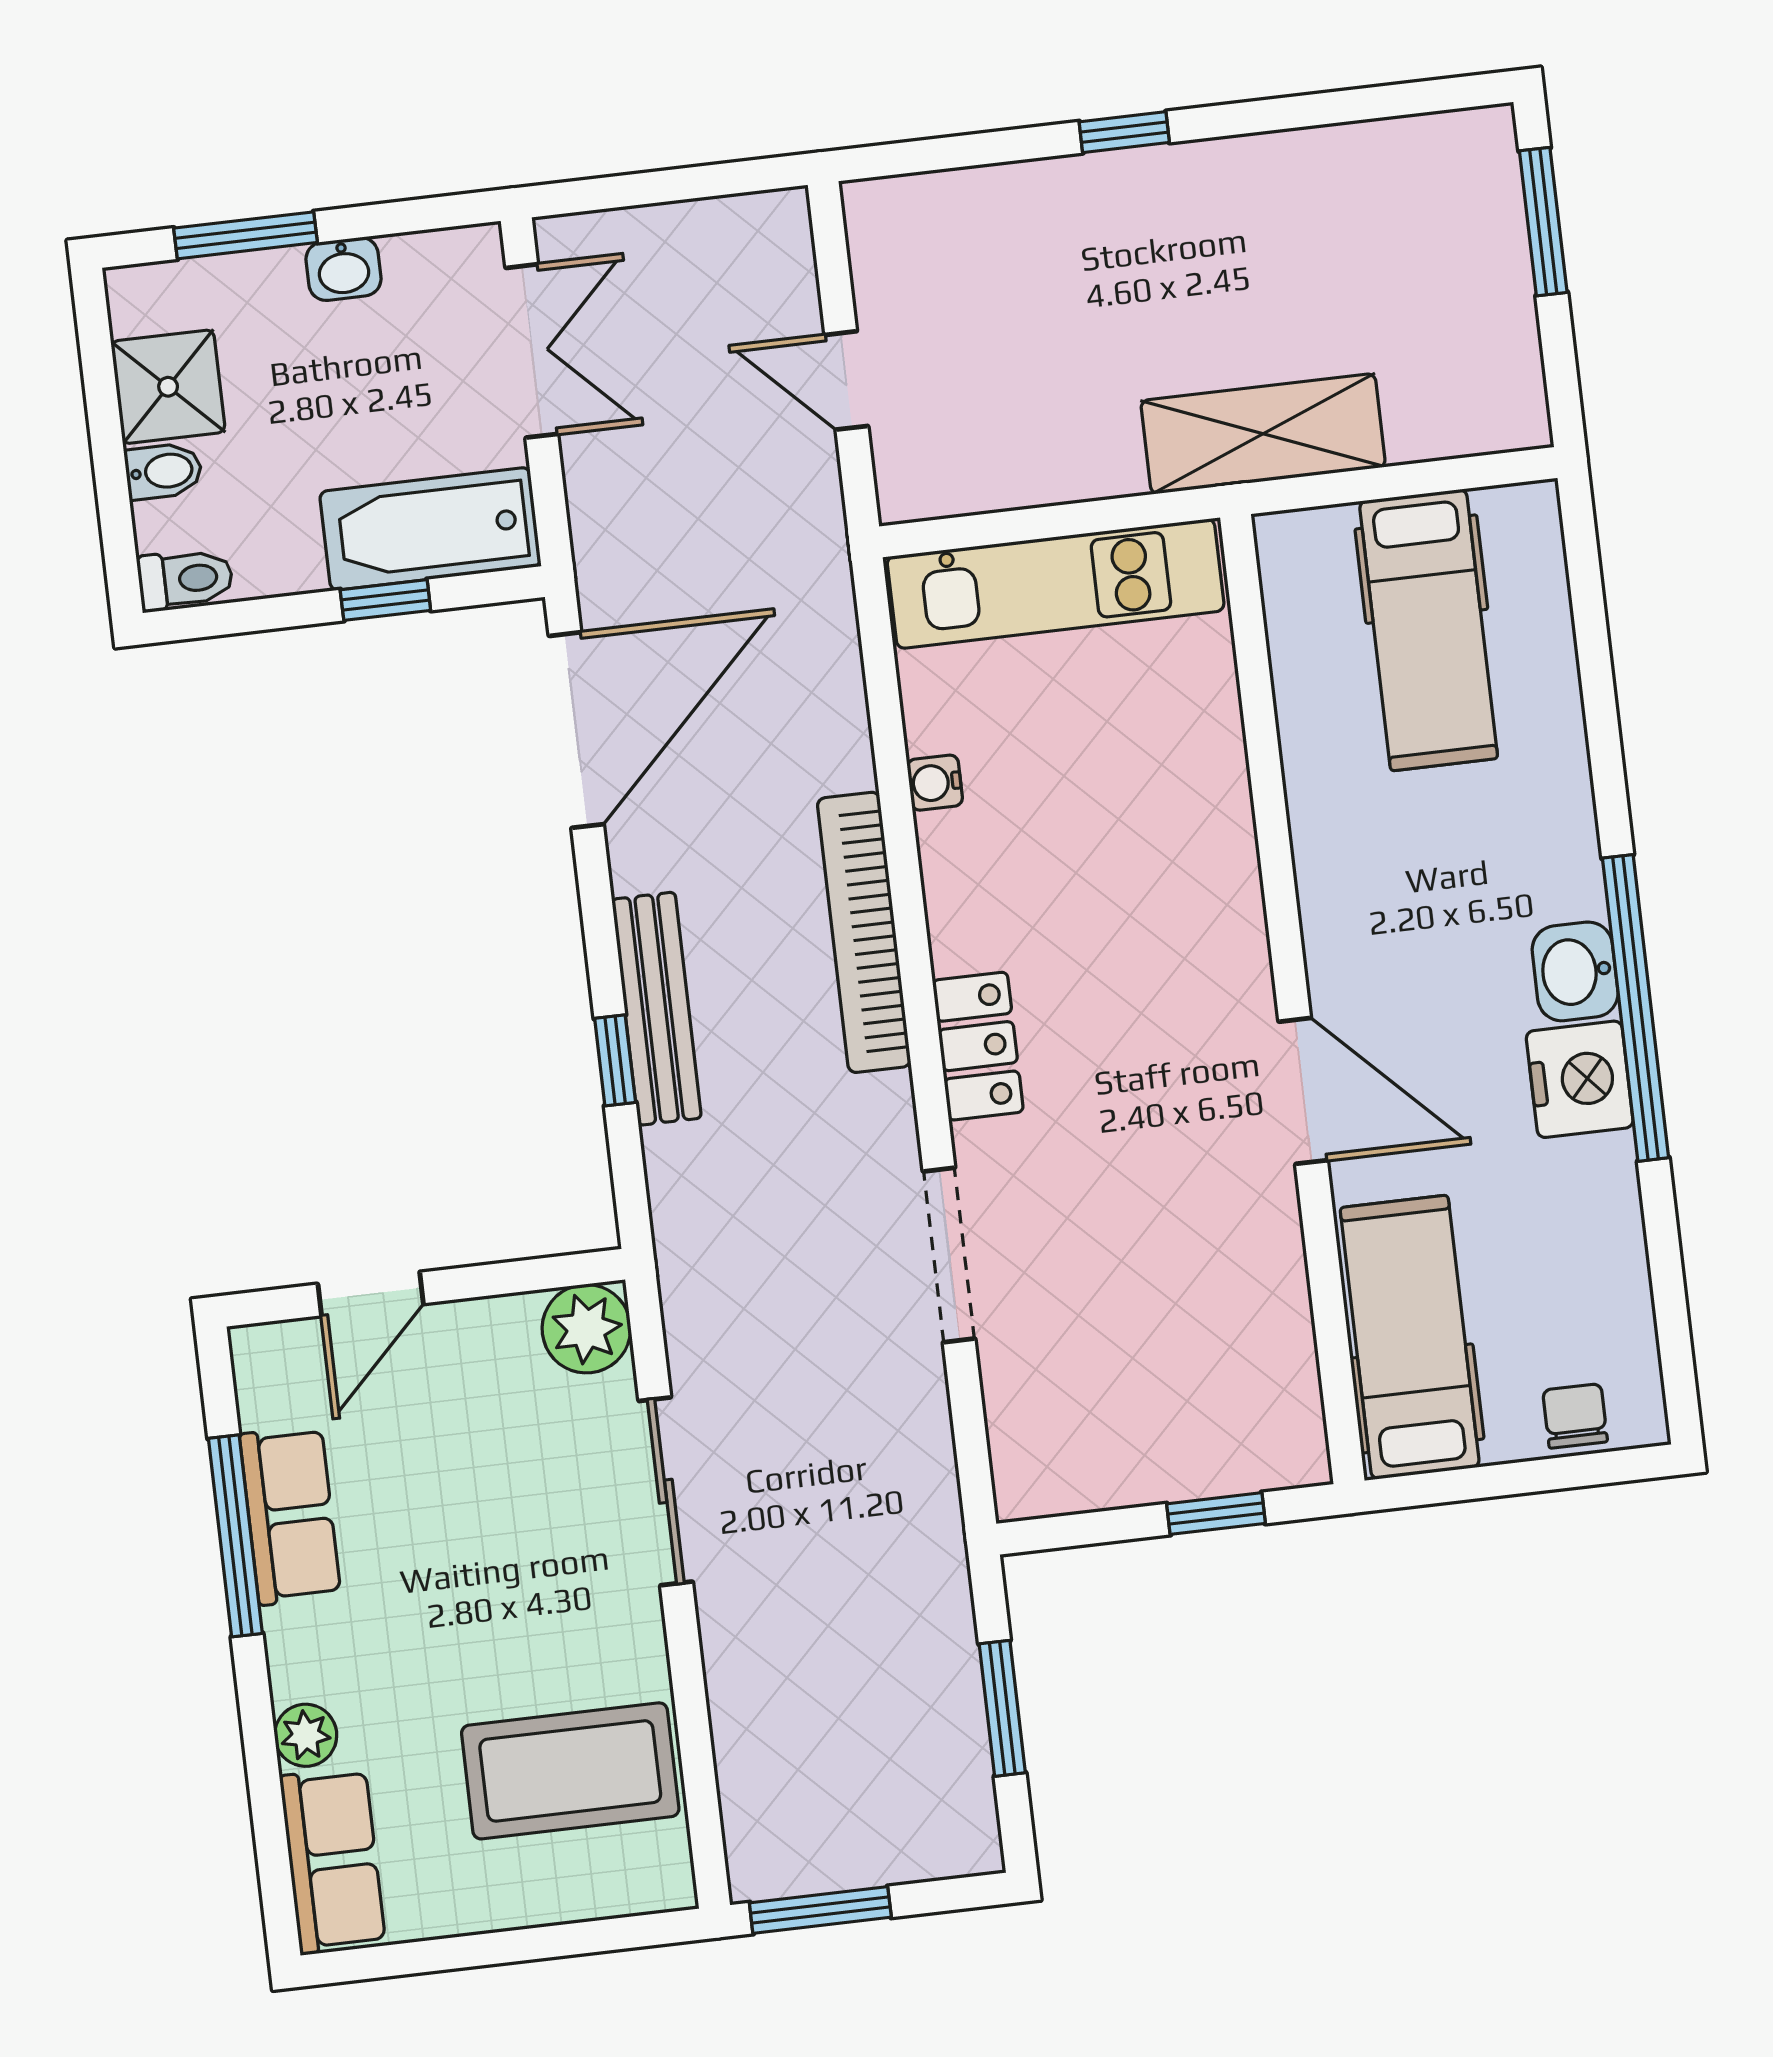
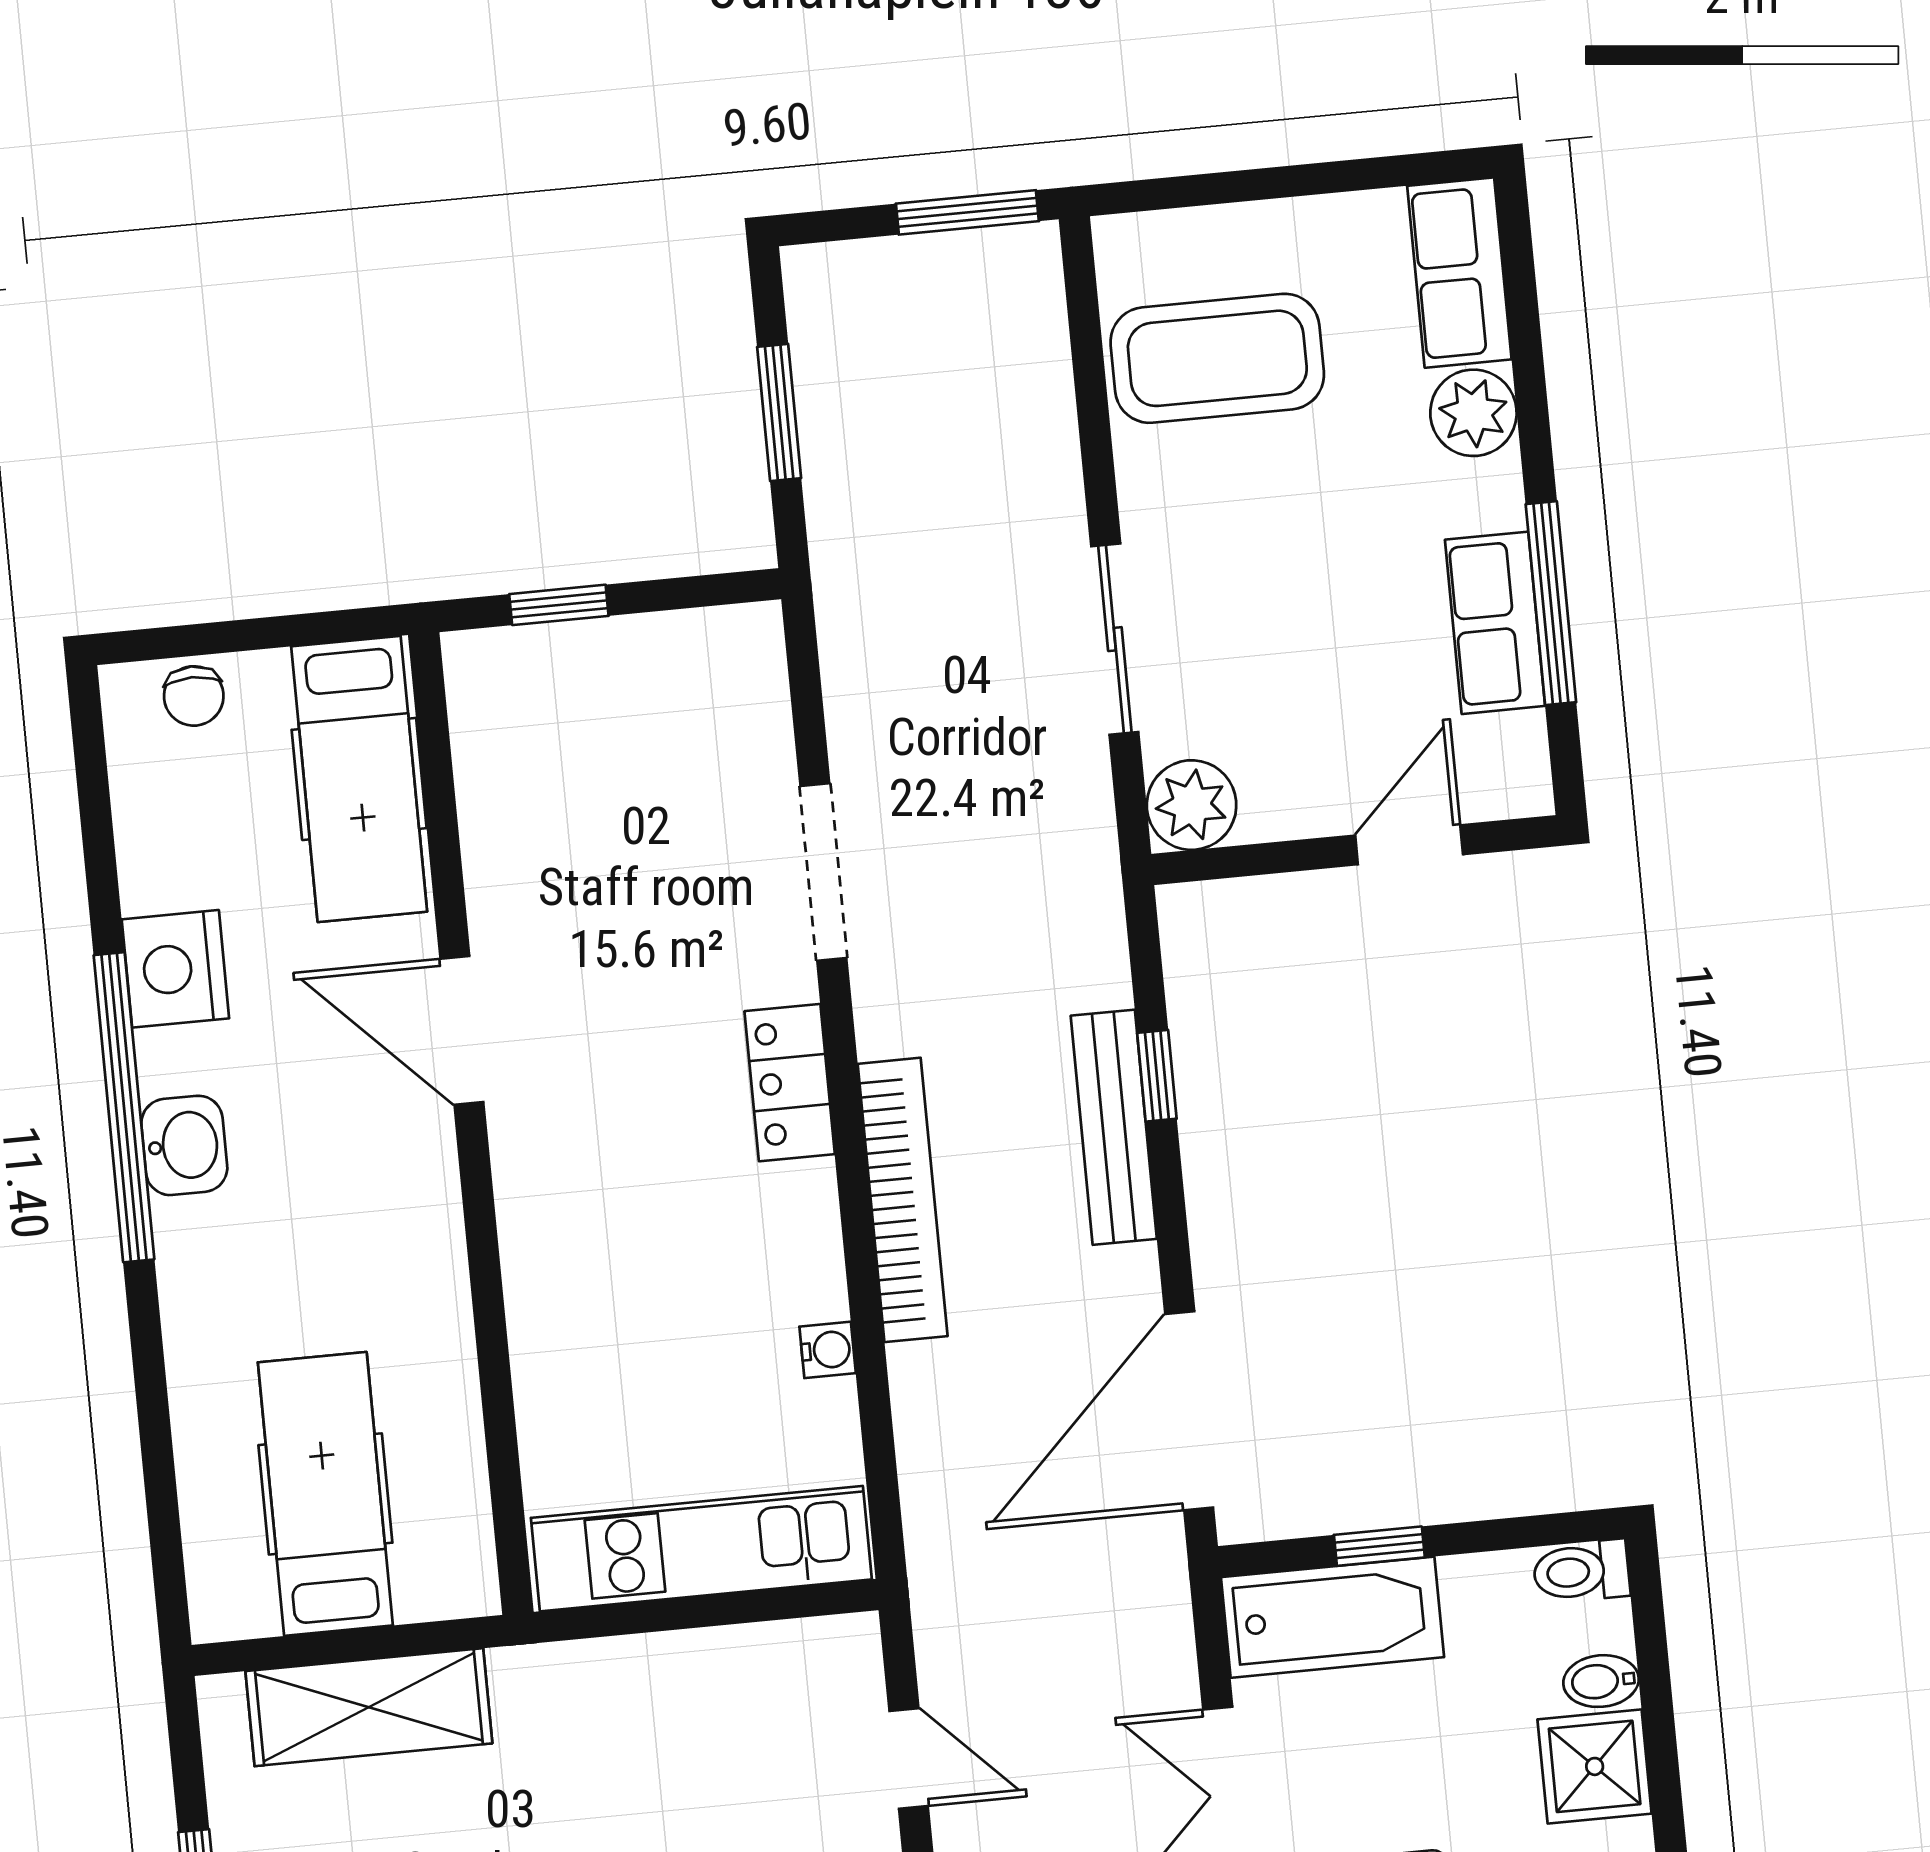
shelving: (1263, 434) -> (369, 1707), moved
nightstand: (1580, 1079) -> (175, 969), moved
plant: (306, 1735) -> (1473, 413), width x1.38, depth x1.38

